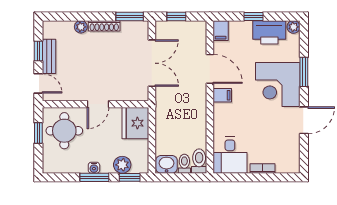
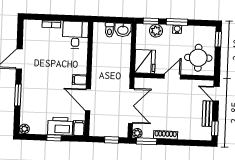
plant: (81, 27) -> (137, 133), moved
printer: (269, 32) -> (60, 126), moved
window: (38, 51) -> (215, 128), moved
double door: (152, 63) -> (131, 106), swing flipped
corner desk: (278, 84) -> (38, 86), removed
window: (38, 133) -> (218, 39), moved
toilet: (199, 161) -> (98, 31), removed

